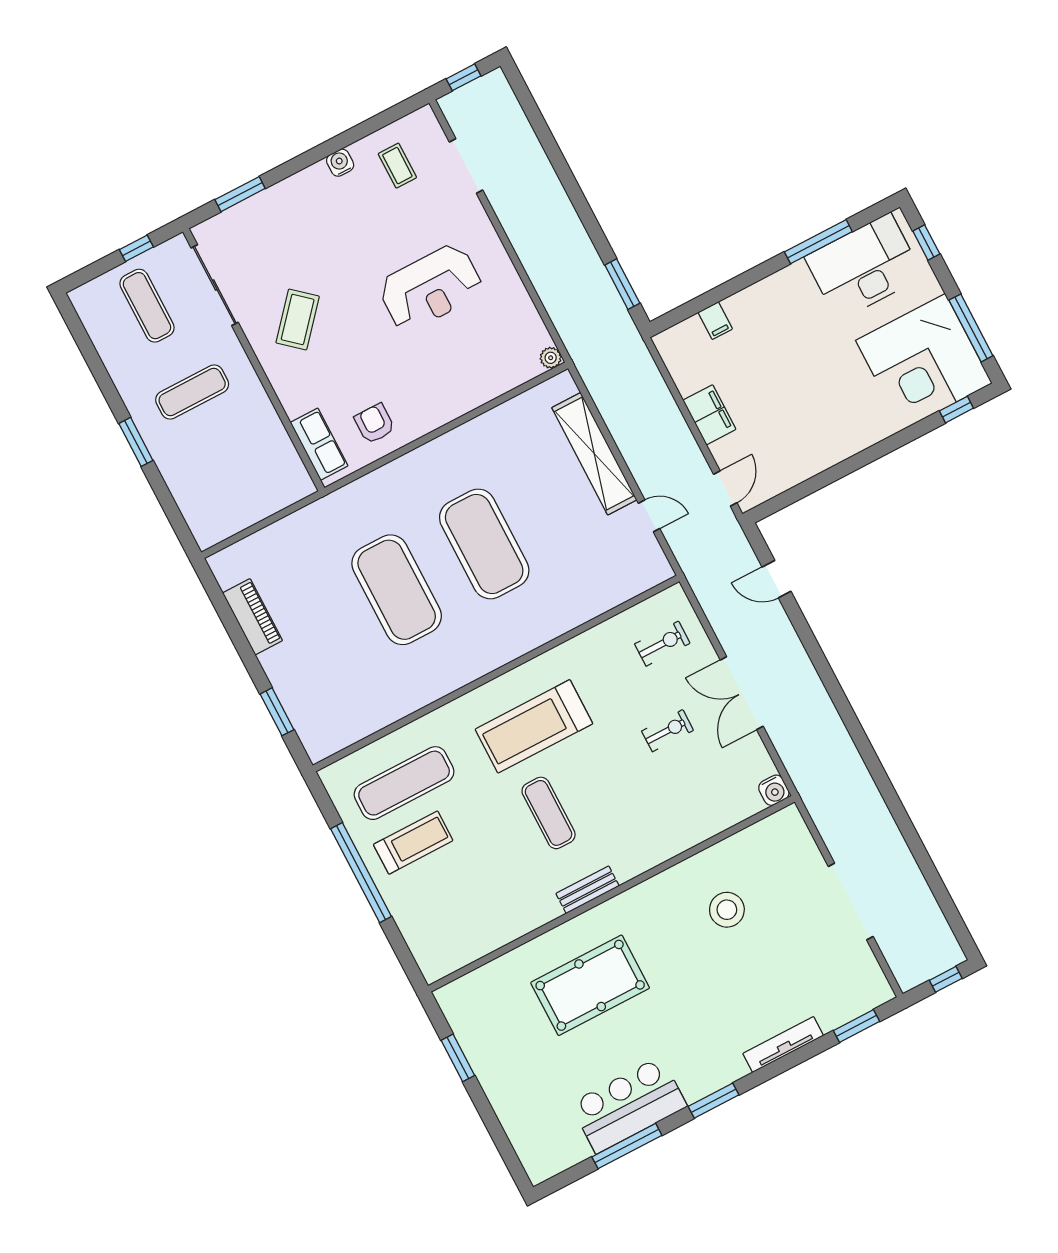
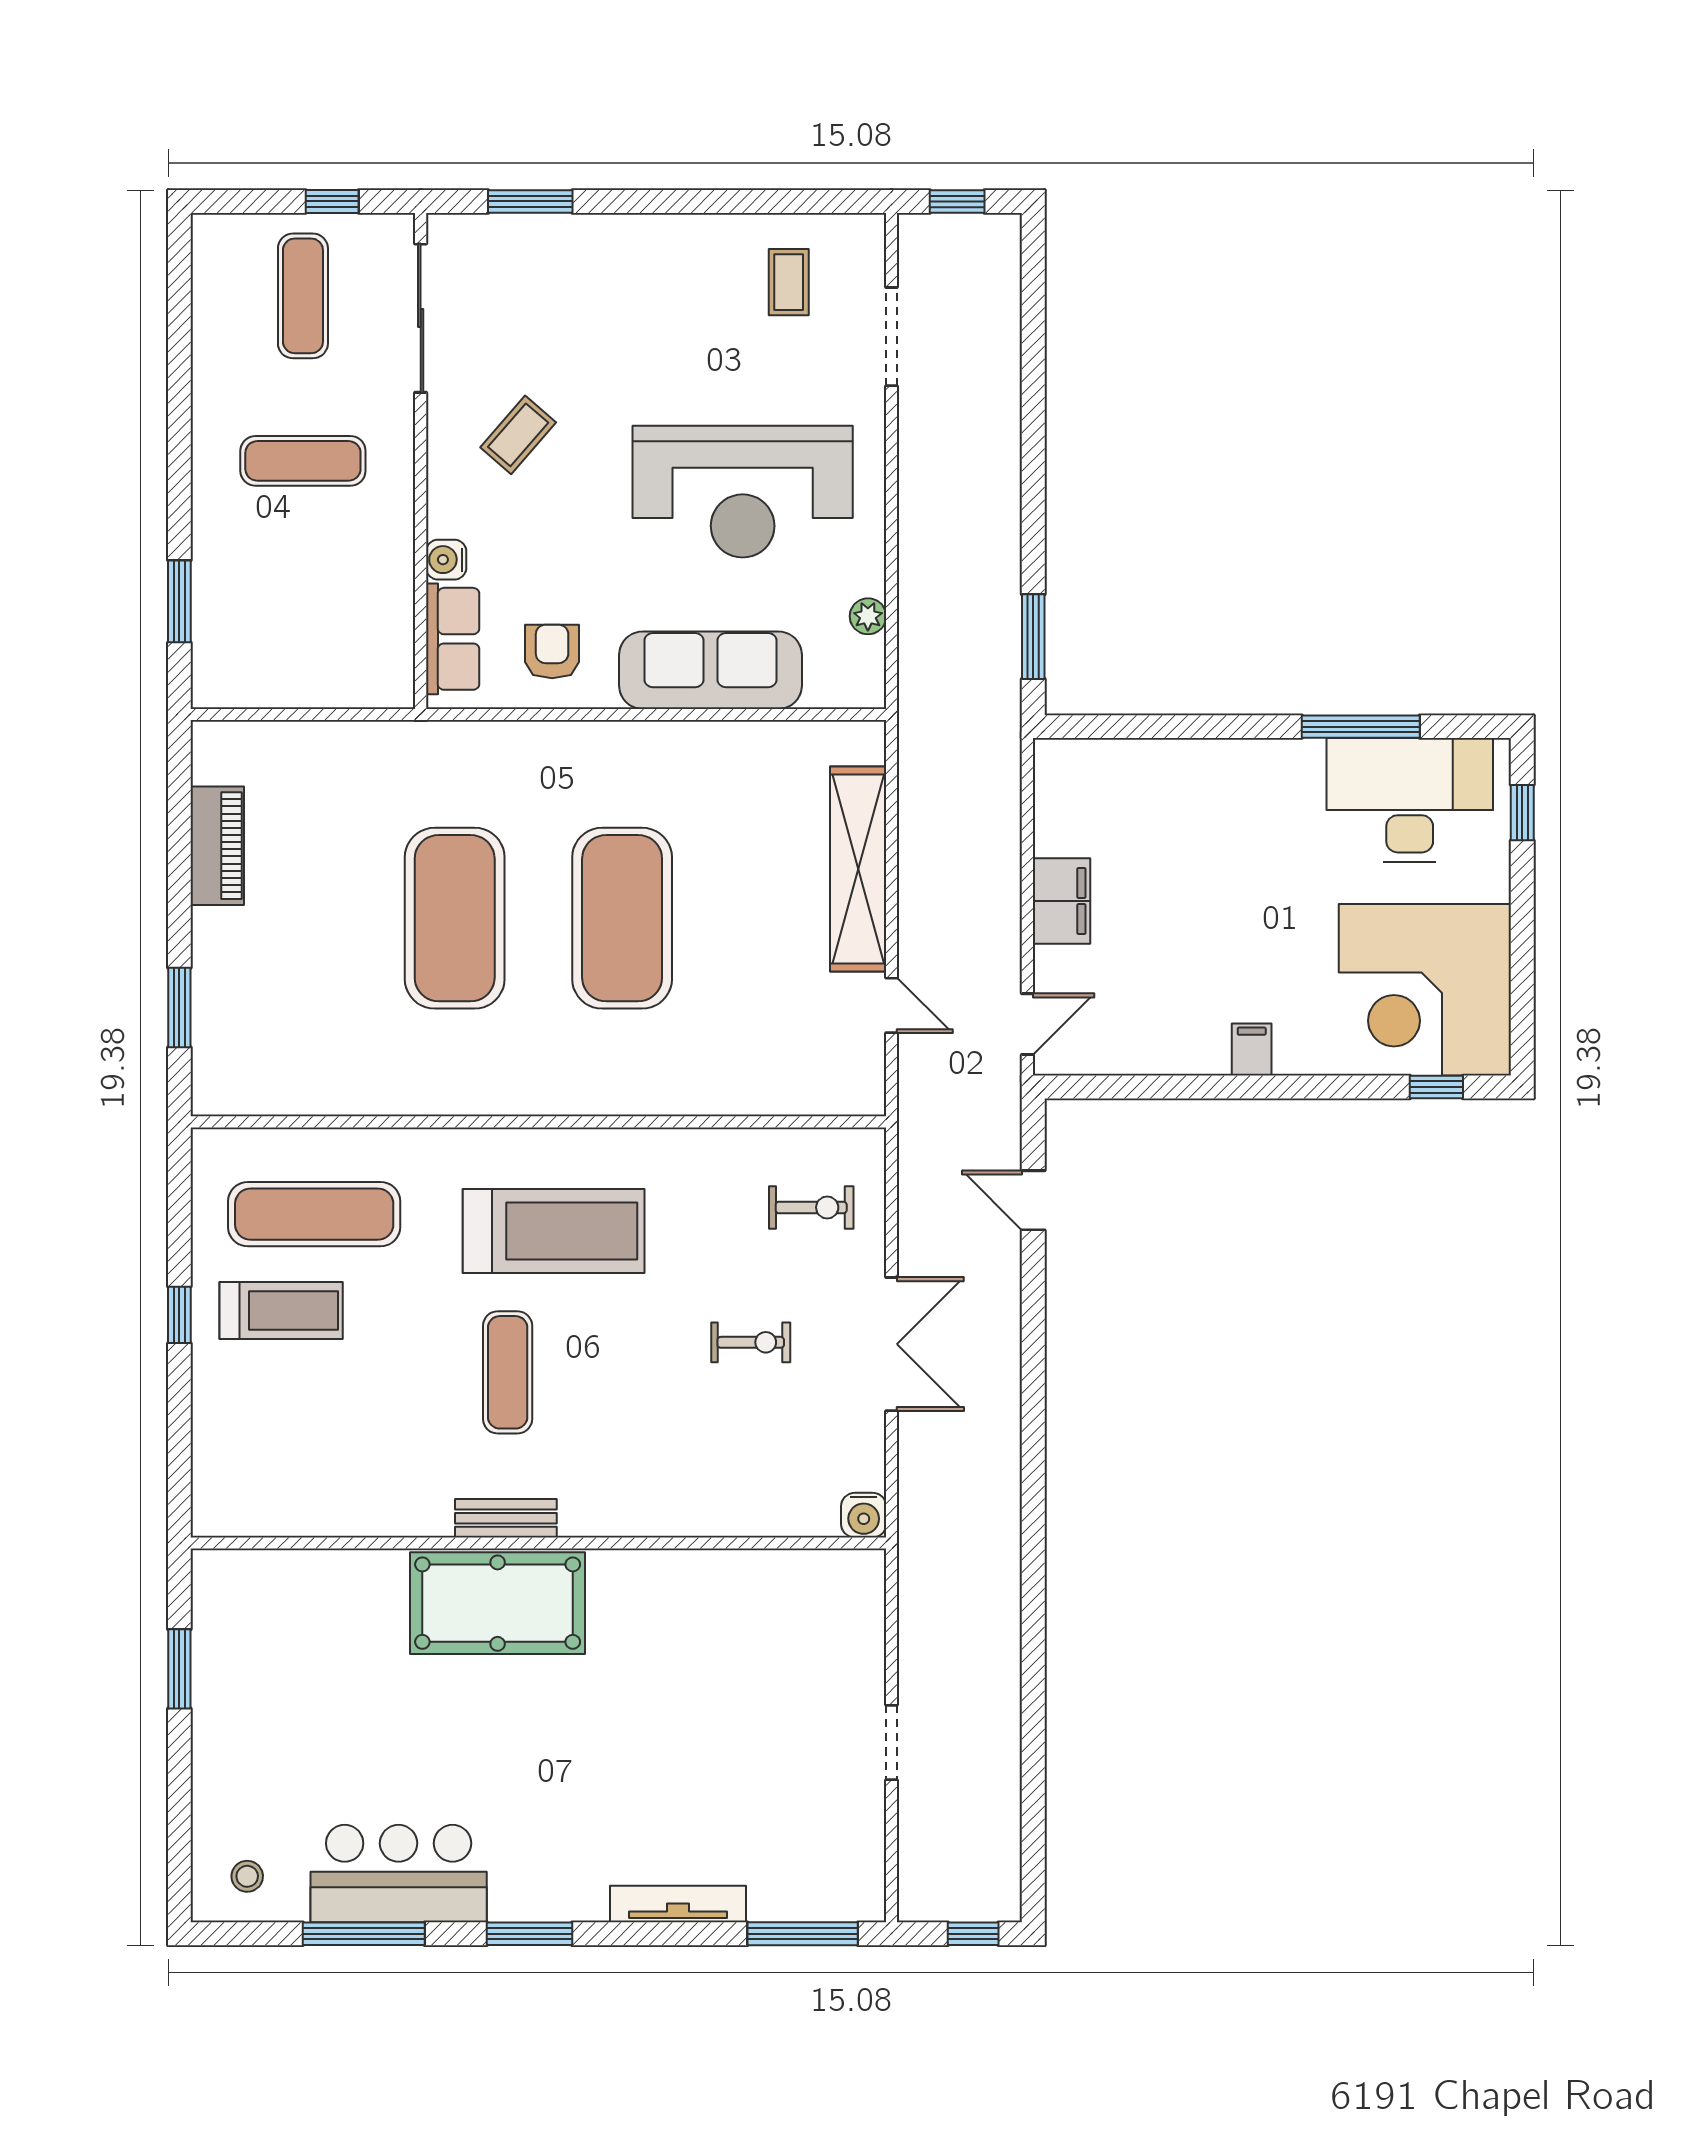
water cooler: (340, 163) -> (446, 560), moved, turned -90
reception desk: (431, 288) -> (743, 492), width x1.36, depth x1.30
coffee table: (298, 319) -> (518, 435), width x0.73, depth x0.77
filing cabinet: (715, 321) -> (1252, 1050), moved, turned 180
window: (971, 328) -> (1522, 976), removed
plant: (551, 358) -> (868, 616), moved
sofa: (463, 390) -> (710, 670), added
window: (136, 442) -> (179, 601), moved
double door: (742, 693) -> (892, 1344), swing flipped
treadmill: (534, 726) -> (554, 1231), turned 180
window: (361, 873) -> (179, 1315), width x0.32
doorway: (851, 902) -> (892, 1742), width x0.53
stool: (727, 910) -> (247, 1876), moved, width x0.53, depth x0.53
pool table: (590, 985) -> (498, 1603), moved
window: (856, 1026) -> (803, 1934), width x1.44

